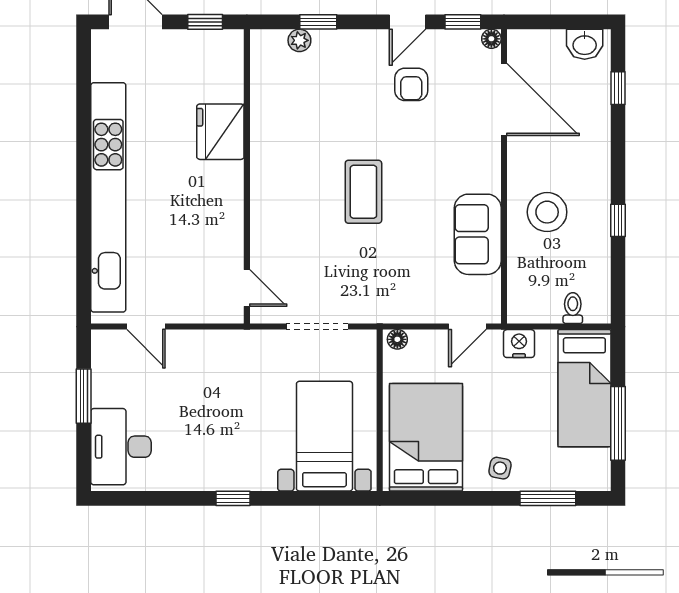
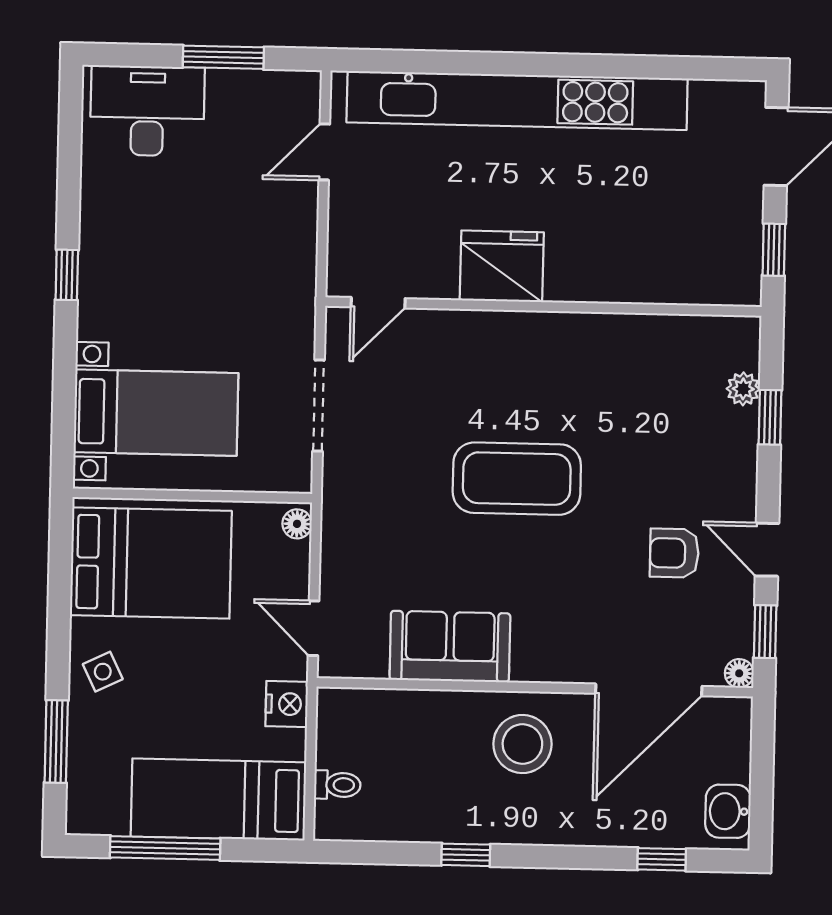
fridge: (220, 132) -> (502, 266), moved
coffee table: (363, 192) -> (517, 479), width x1.36, depth x1.32
stool: (547, 212) -> (522, 744), moved
side table: (500, 468) -> (103, 672), turned -37

